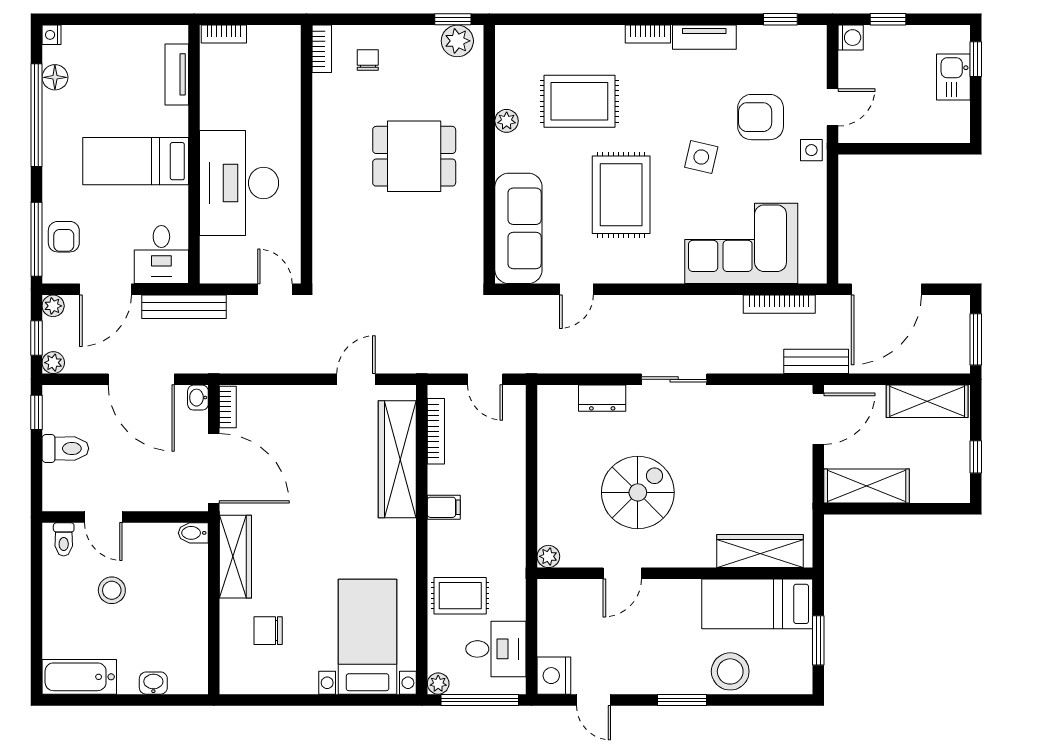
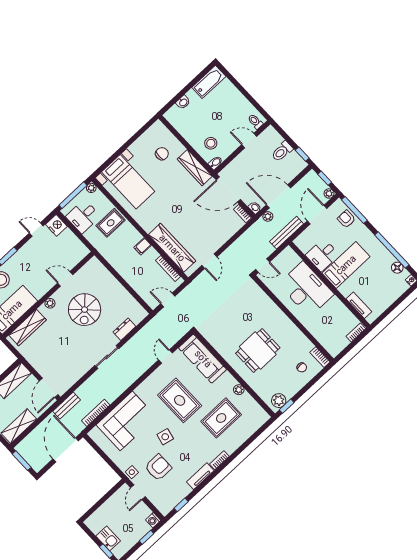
desk: (161, 255) -> (322, 255), moved, turned -90
plant: (53, 363) -> (268, 216), moved
plant: (548, 556) -> (50, 303), moved
door: (622, 573) -> (65, 279), hinge flipped
stool: (112, 590) -> (211, 143), moved

